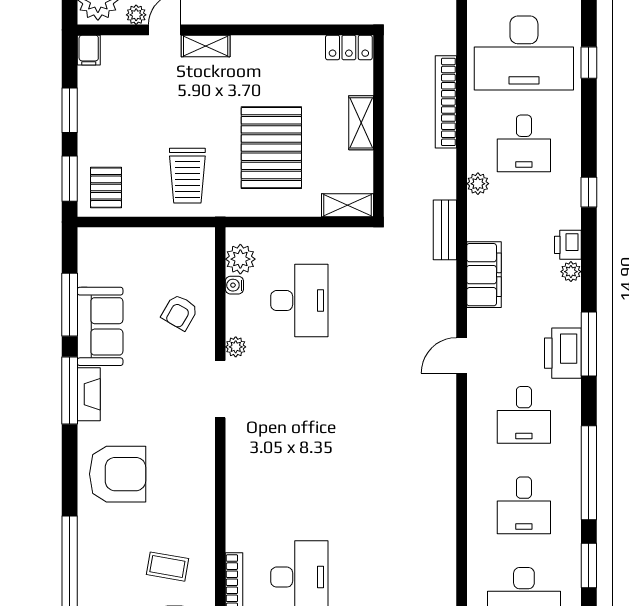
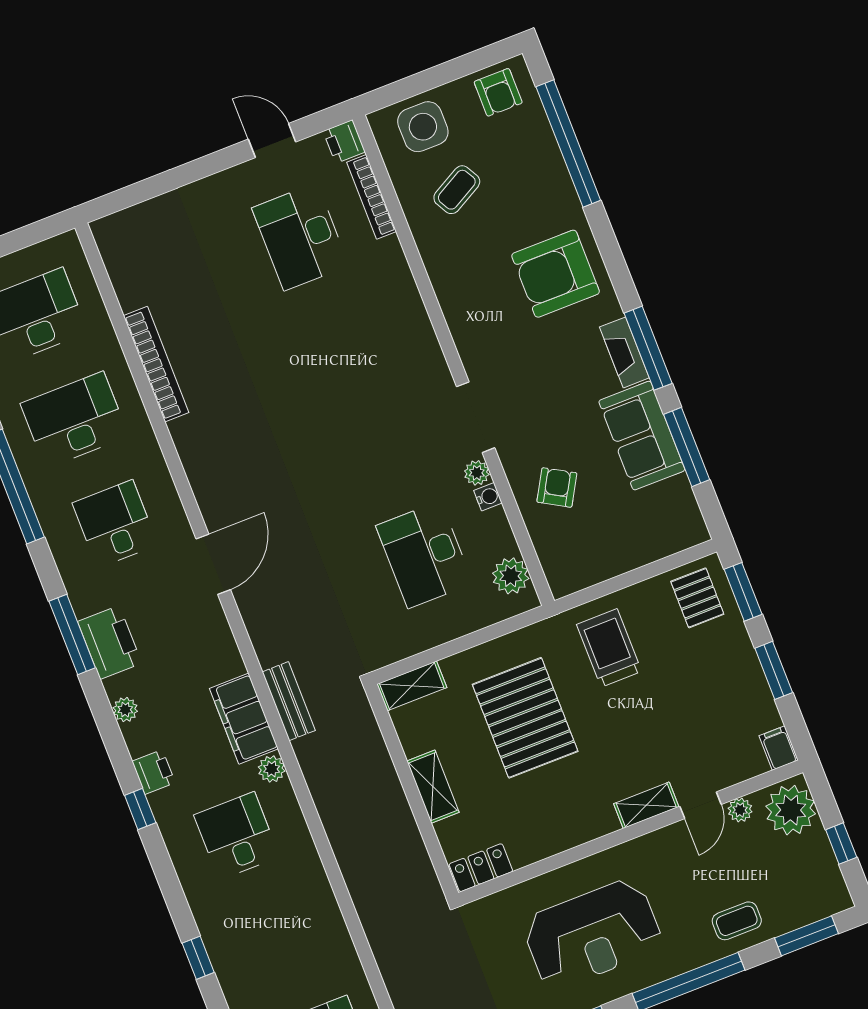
desk: (524, 53) -> (277, 940), removed
bookcase: (446, 102) -> (156, 364), moved
printer: (568, 245) -> (154, 772), moved
filing cabinet: (484, 275) -> (244, 719), moved
water cooler: (234, 285) -> (488, 497), moved
printer: (563, 353) -> (110, 642), moved
door: (462, 355) -> (213, 564), width x1.37
desk: (524, 505) -> (74, 420), width x1.37
coffee table: (167, 567) -> (457, 190), turned -39

